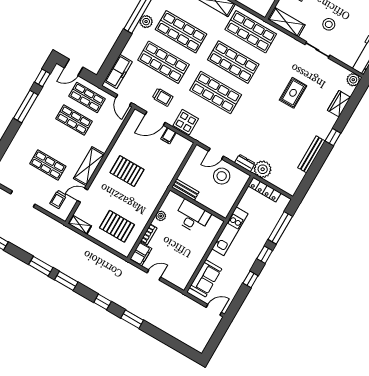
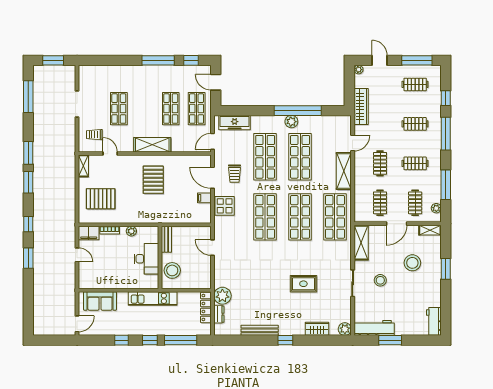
dresser: (245, 163) -> (219, 314), moved
shelving: (89, 166) -> (152, 145), moved
stool: (222, 176) -> (172, 270), moved
pallet: (117, 226) -> (101, 199), turned 90
door: (214, 310) -> (77, 324), hinge flipped

